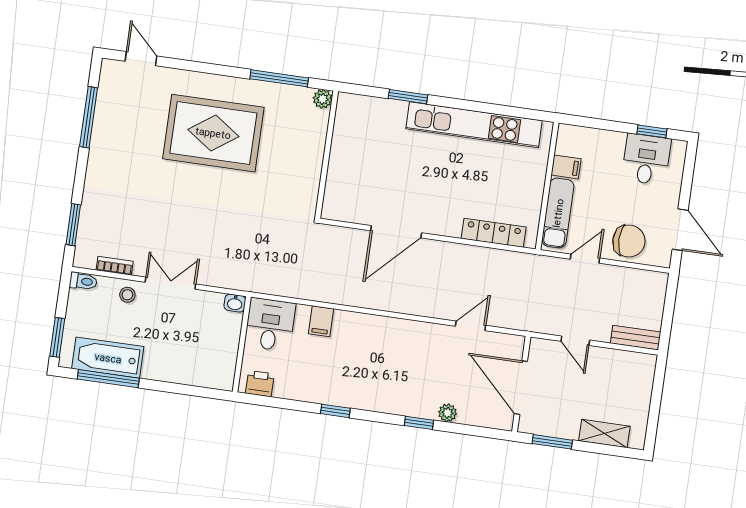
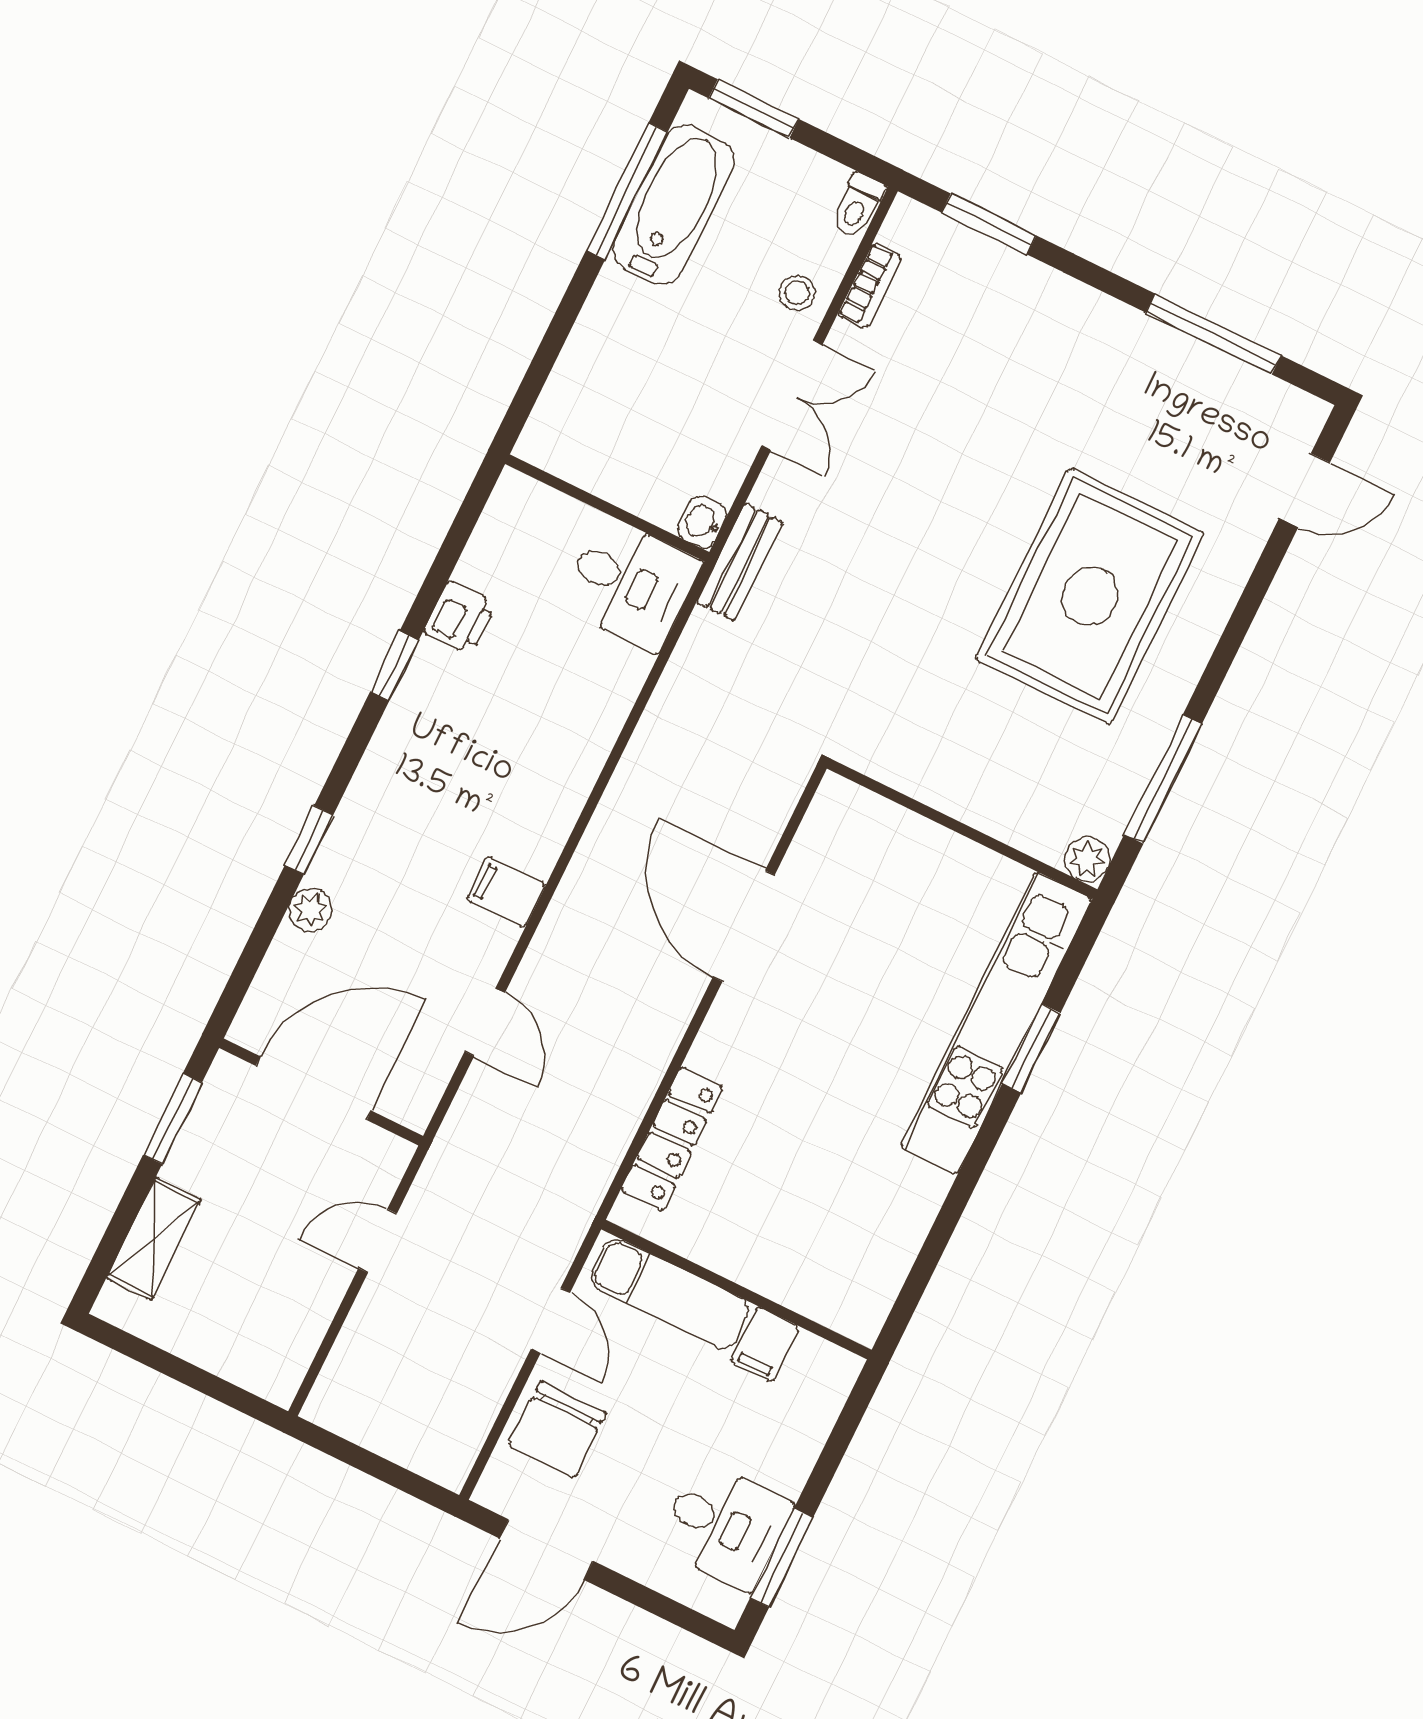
kitchen unit: (474, 125) -> (996, 1023), moved
window: (652, 131) -> (782, 1558), width x1.50
filing cabinet: (321, 321) -> (506, 892), moved
bench: (636, 338) -> (740, 562), moved
printer: (260, 384) -> (460, 618), moved

